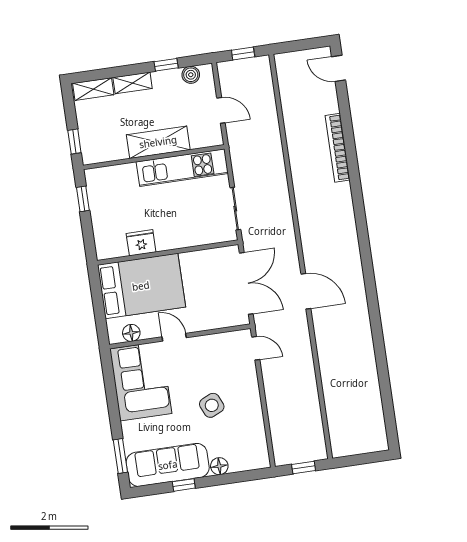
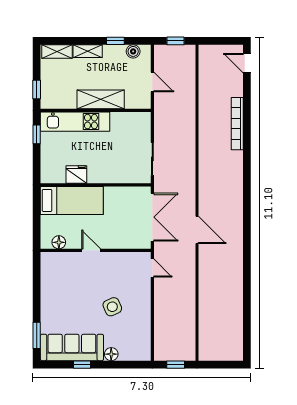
kitchen unit: (182, 168) -> (75, 122), moved
bed: (141, 286) -> (72, 200), width x0.67
corner sofa: (141, 381) -> (61, 280), removed

